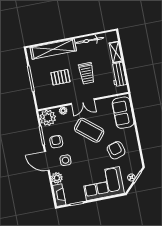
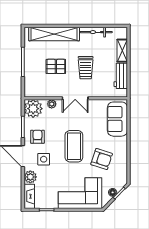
coffee table: (89, 130) -> (74, 146), moved, turned 50
armchair: (116, 150) -> (102, 159), turned 124

